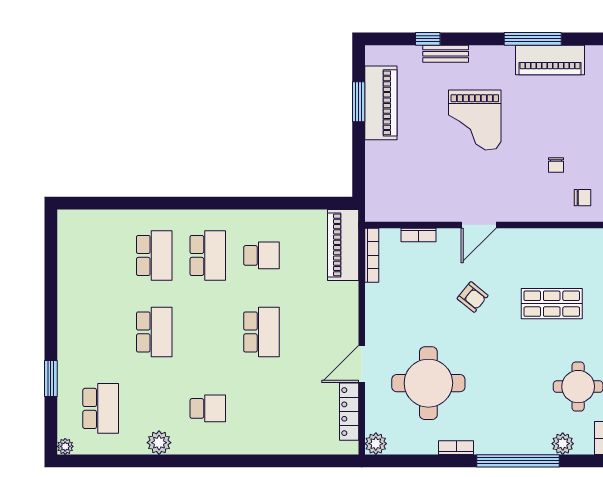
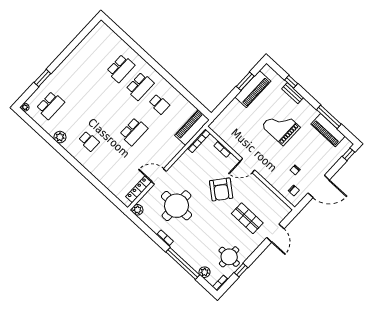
grand piano: (475, 120) -> (281, 127), turned 90
armchair: (473, 297) -> (221, 189), width x1.88, depth x1.88
school desk: (154, 332) -> (95, 96), removed

